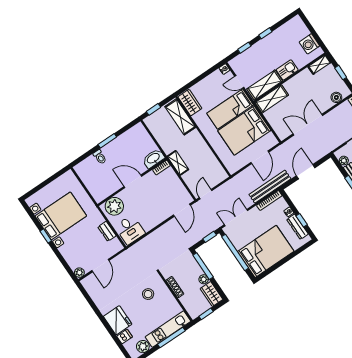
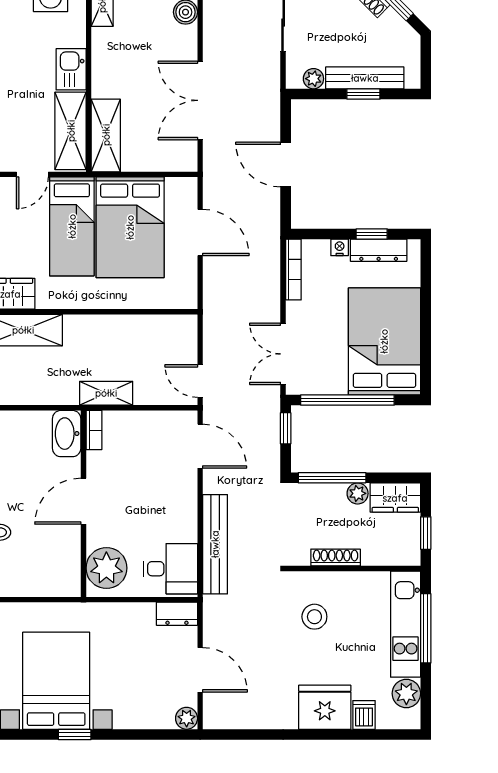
bench: (270, 187) -> (215, 544), moved
dresser: (107, 231) -> (177, 614), moved

